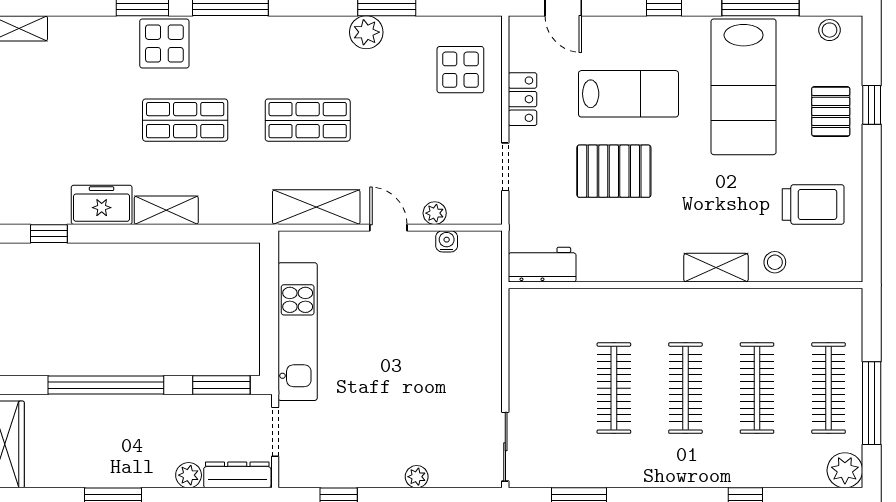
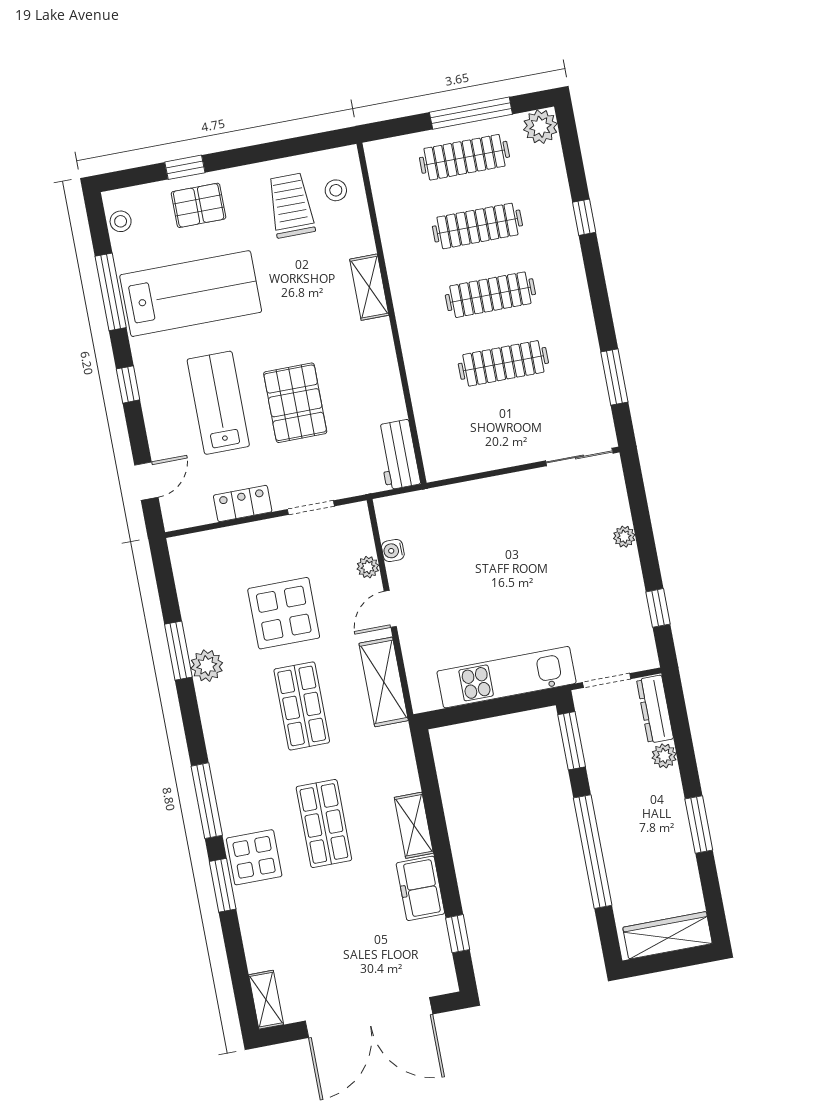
display table: (460, 70) -> (284, 613), moved, width x1.36, depth x1.36
stool: (775, 262) -> (336, 190), moved

